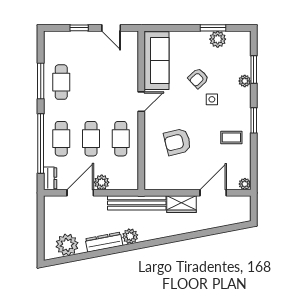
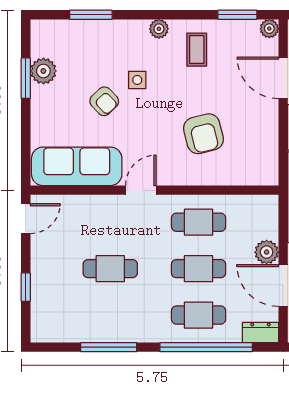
door: (111, 28) -> (26, 219), moved
plant: (245, 81) -> (159, 29), moved
cafe table: (61, 82) -> (110, 269), moved
door: (141, 102) -> (141, 190), hinge flipped
window: (254, 120) -> (237, 15), moved

